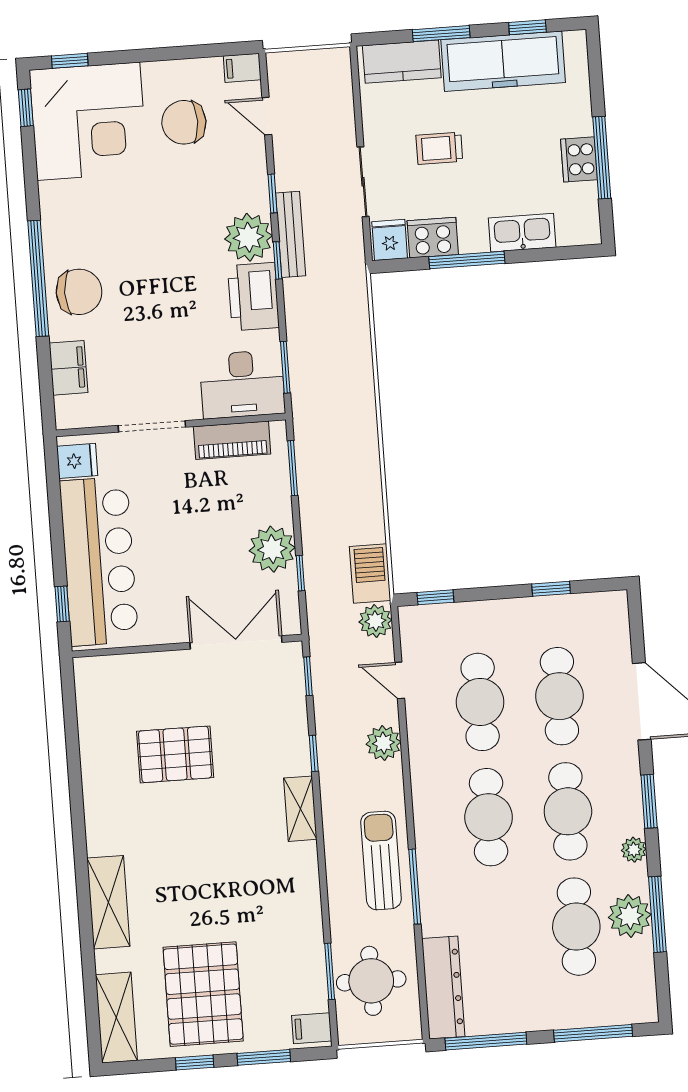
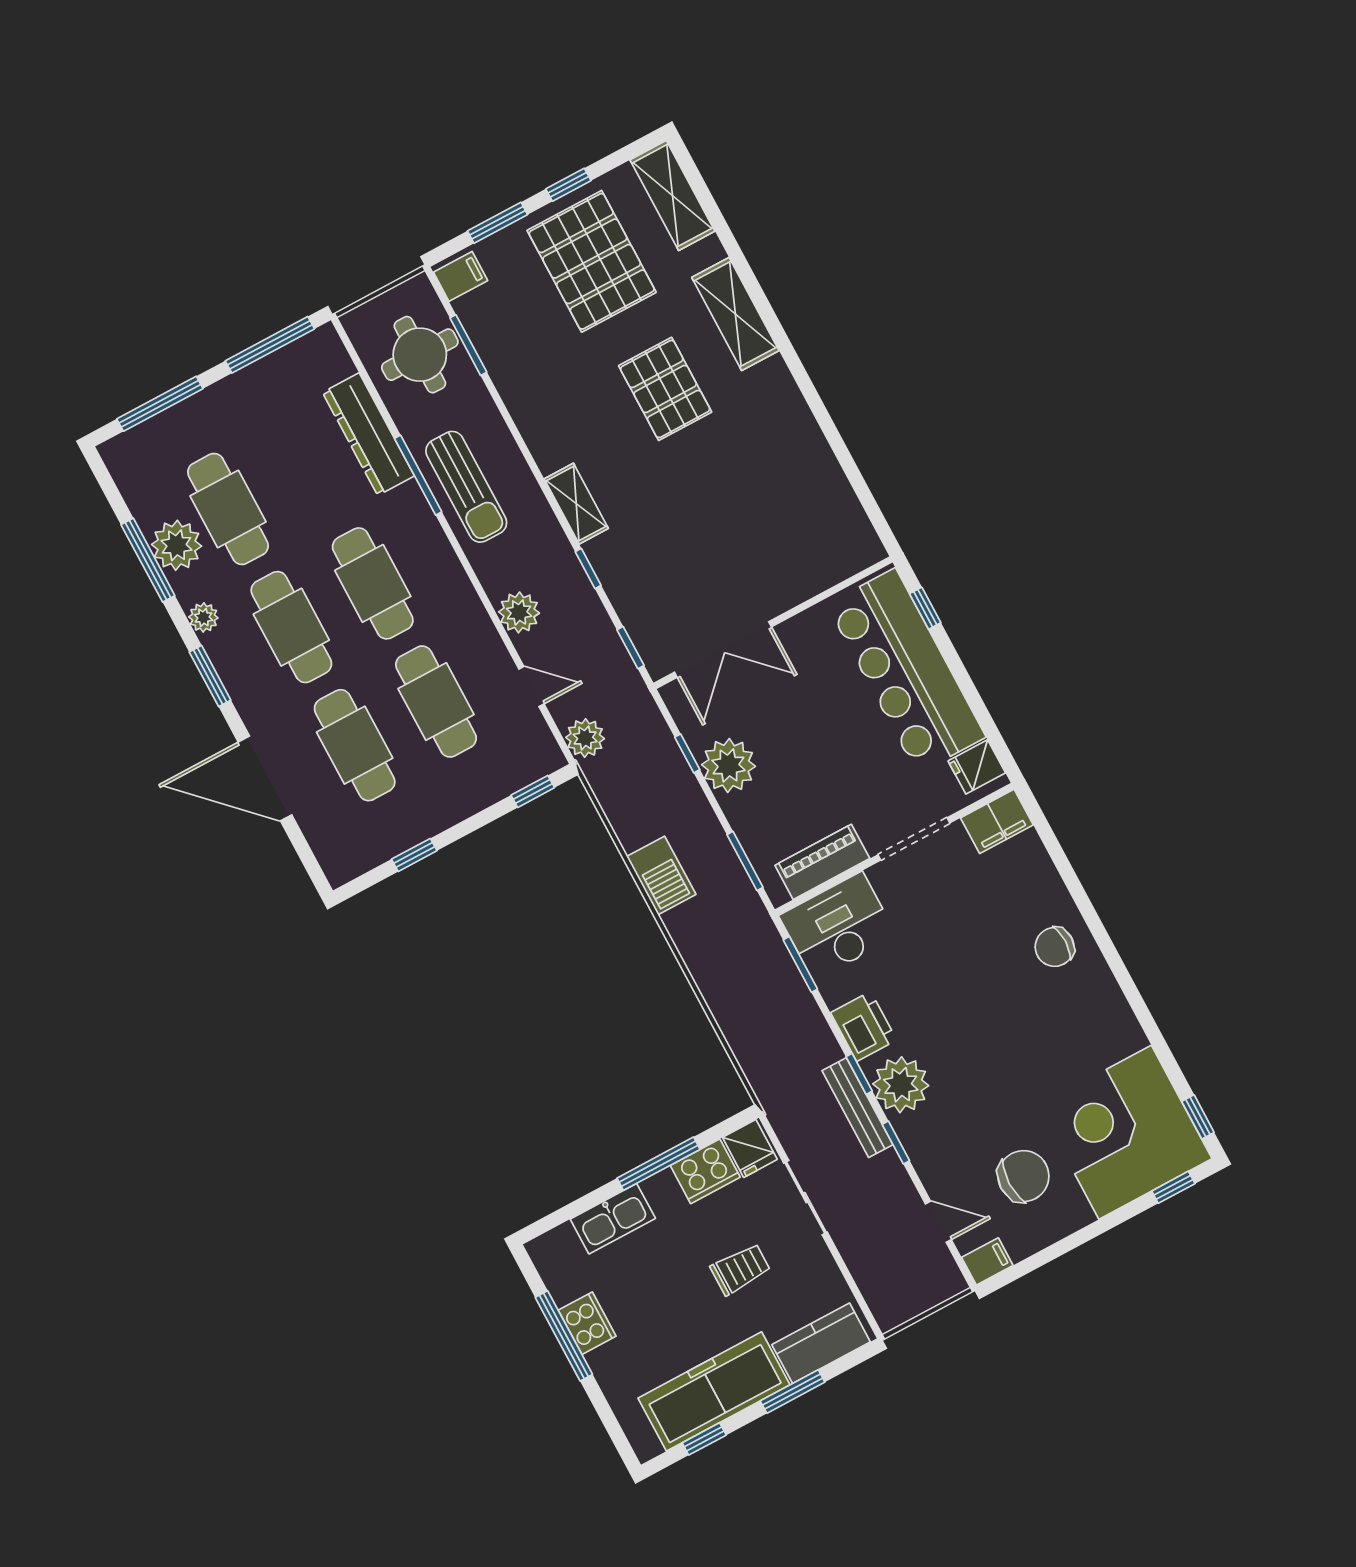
window: (38, 278) -> (1104, 942), removed
chair: (79, 292) -> (1055, 947), width x0.73, depth x0.73
printer: (253, 297) -> (864, 1026), width x0.73, depth x0.84
filing cabinet: (68, 368) -> (997, 821), moved, turned -90
barbecue: (370, 574) -> (661, 875), moved
pallet: (175, 754) -> (665, 389), moved, turned 90
dresser: (443, 987) -> (368, 434), moved

